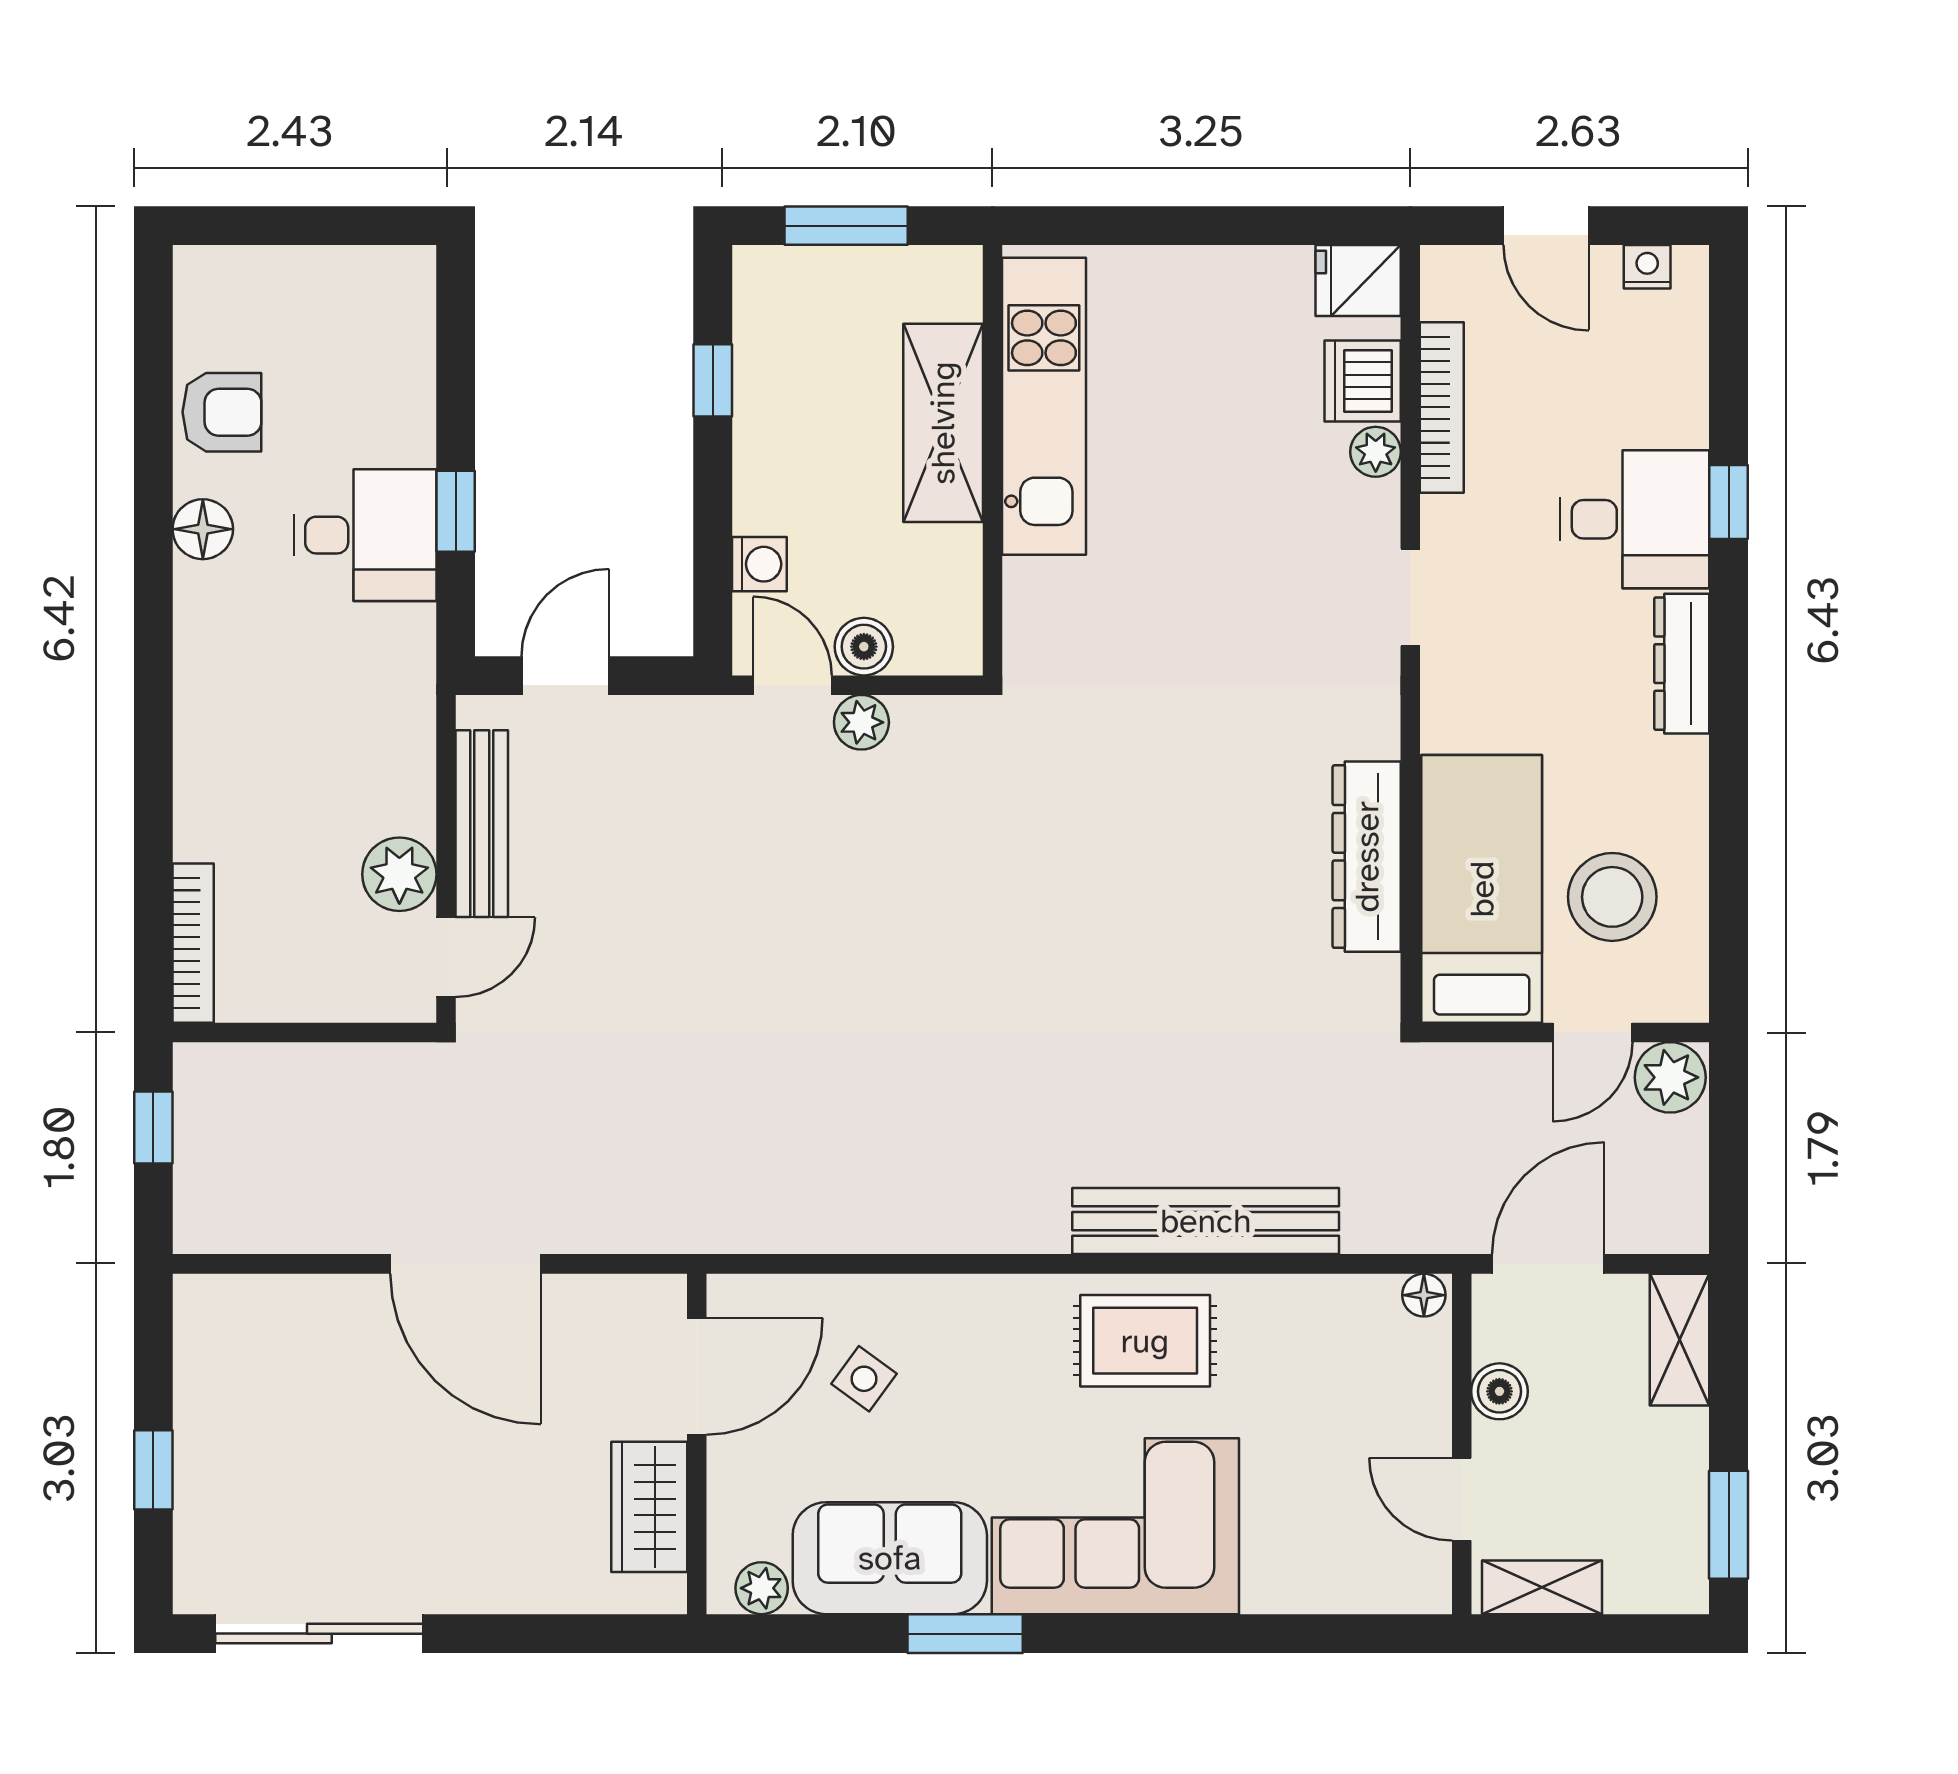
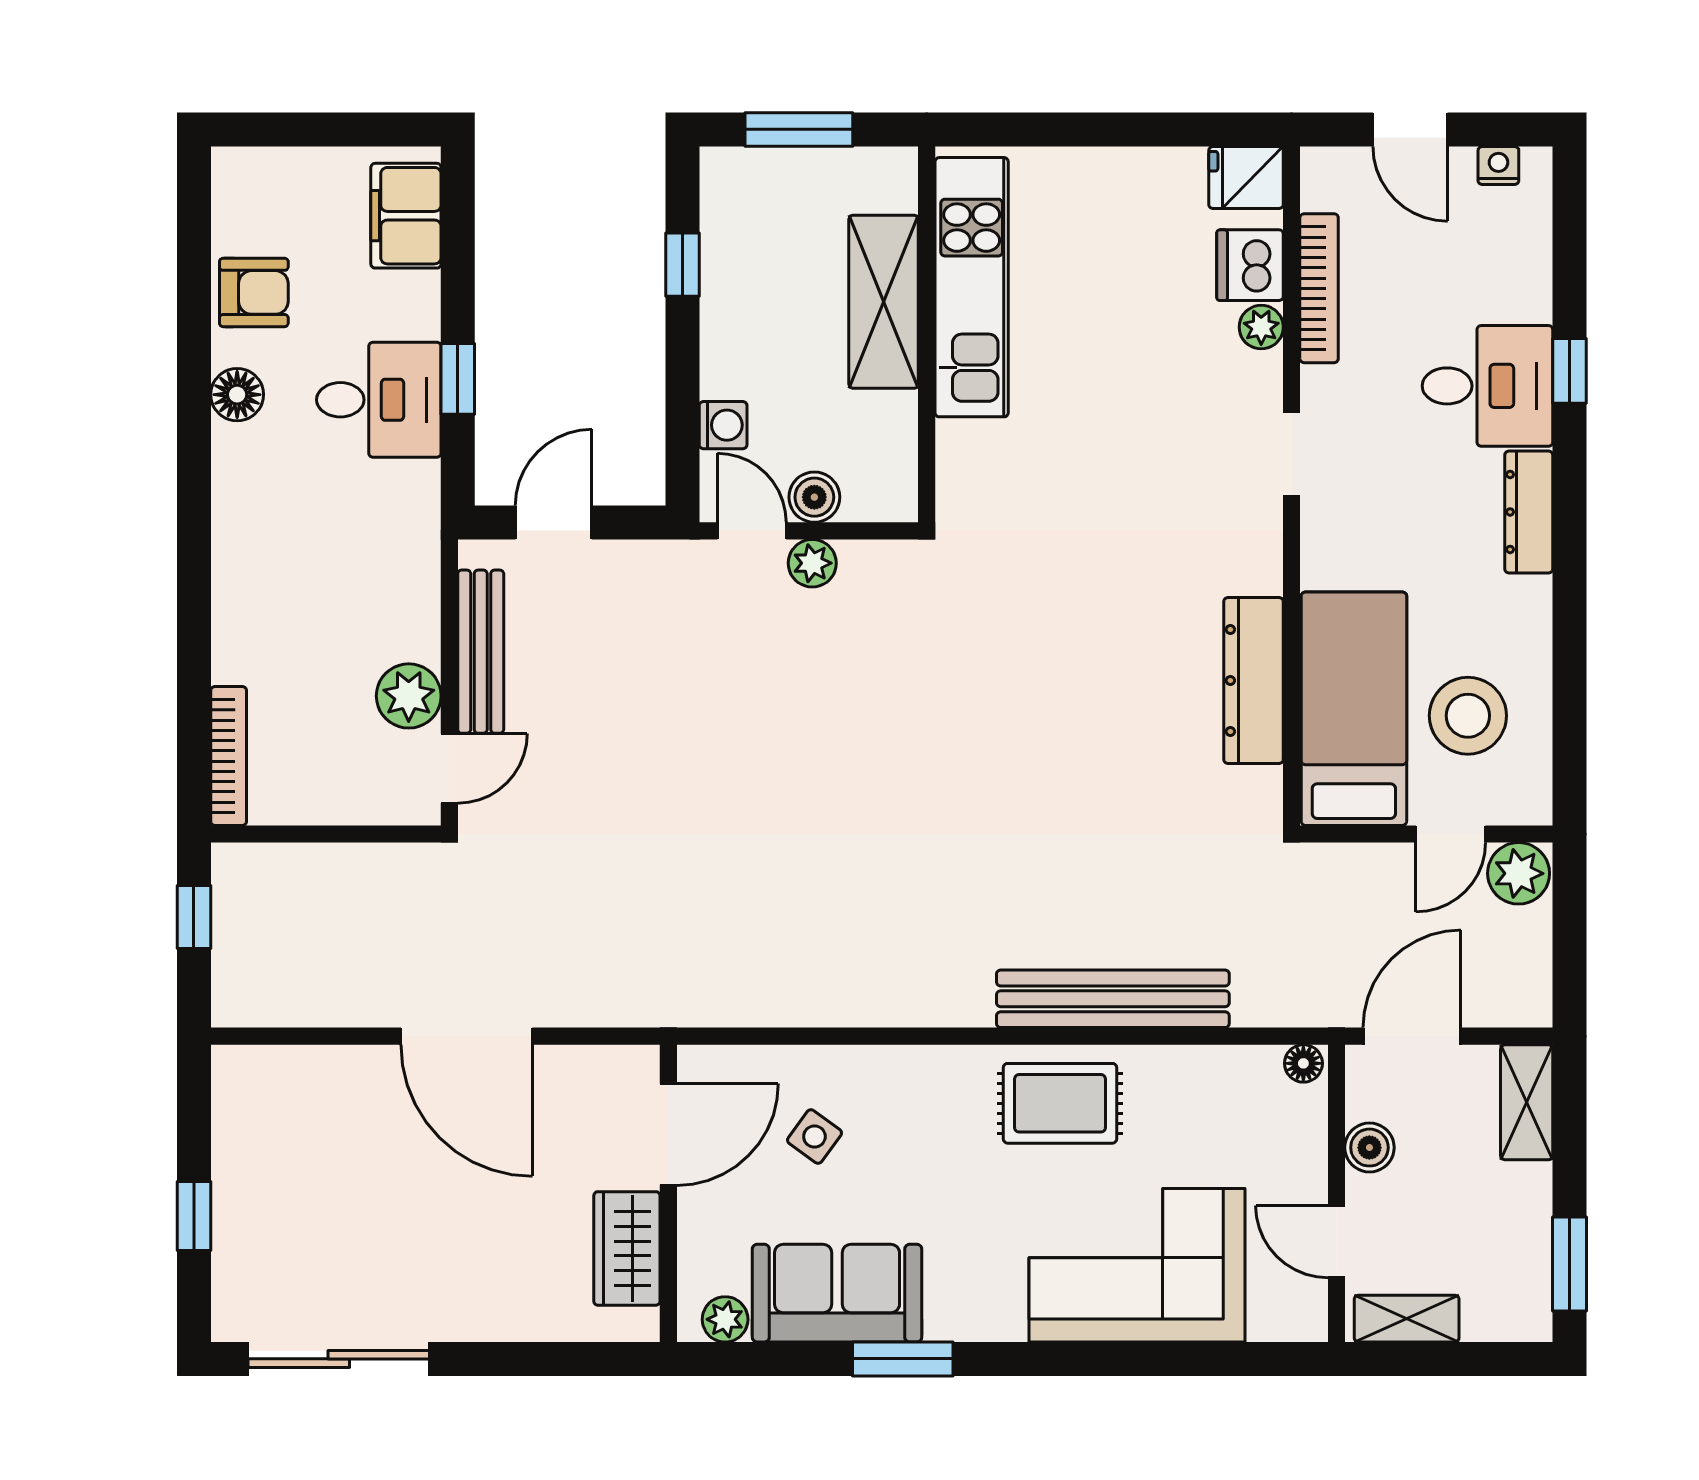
filing cabinet: (396, 324) -> (406, 216), added
corner sofa: (1115, 1526) -> (1137, 1265), moved

